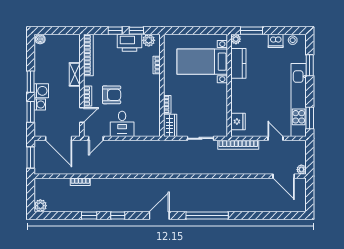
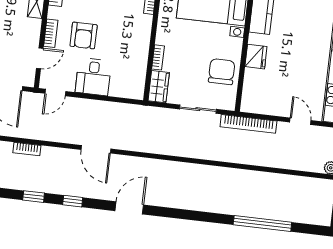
armchair: (112, 95) -> (84, 35), turned 90
chair: (214, 109) -> (222, 72), added
fridge: (238, 122) -> (256, 57), moved
door: (284, 176) -> (96, 149), moved
window: (207, 216) -> (262, 223), moved

